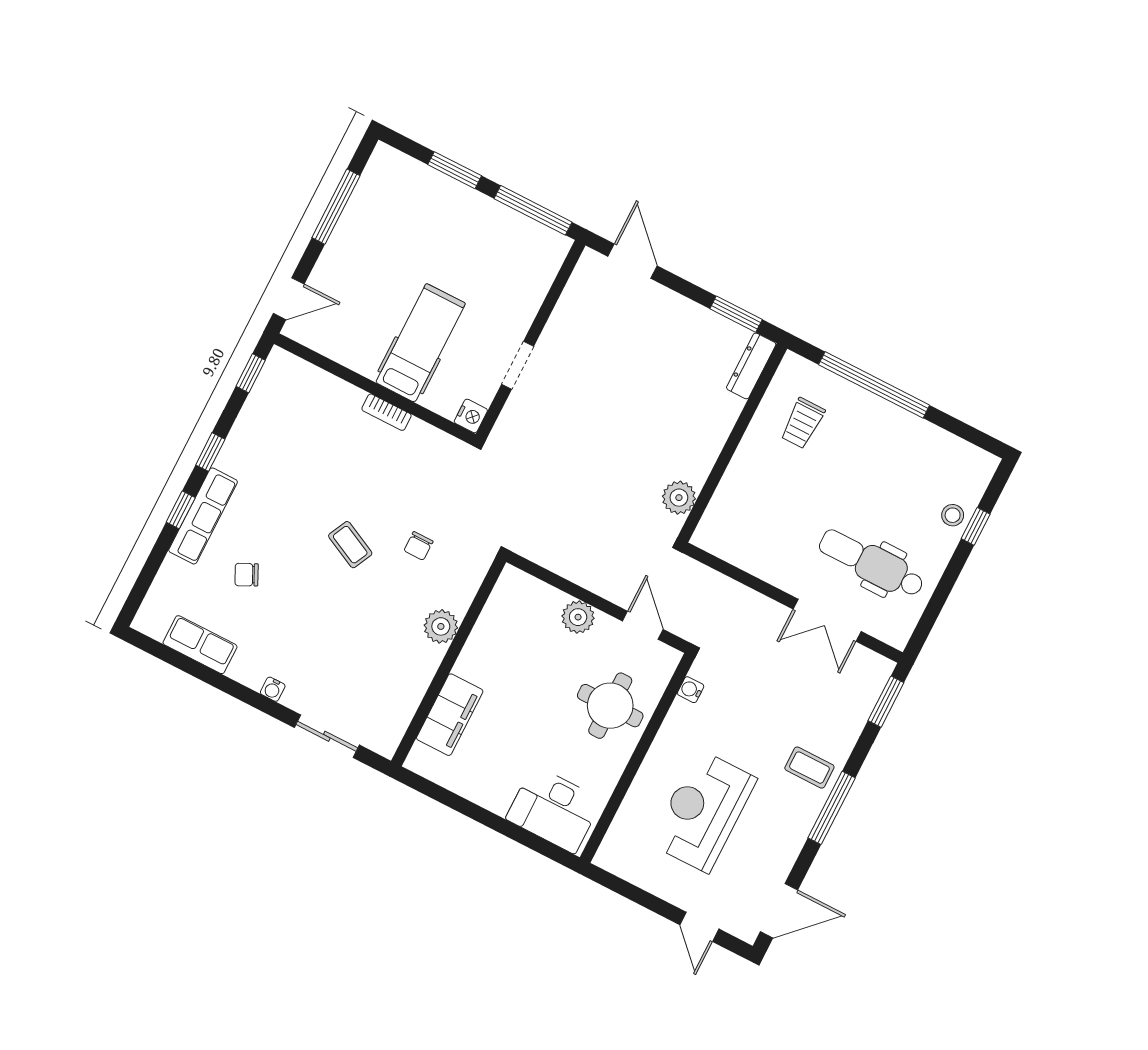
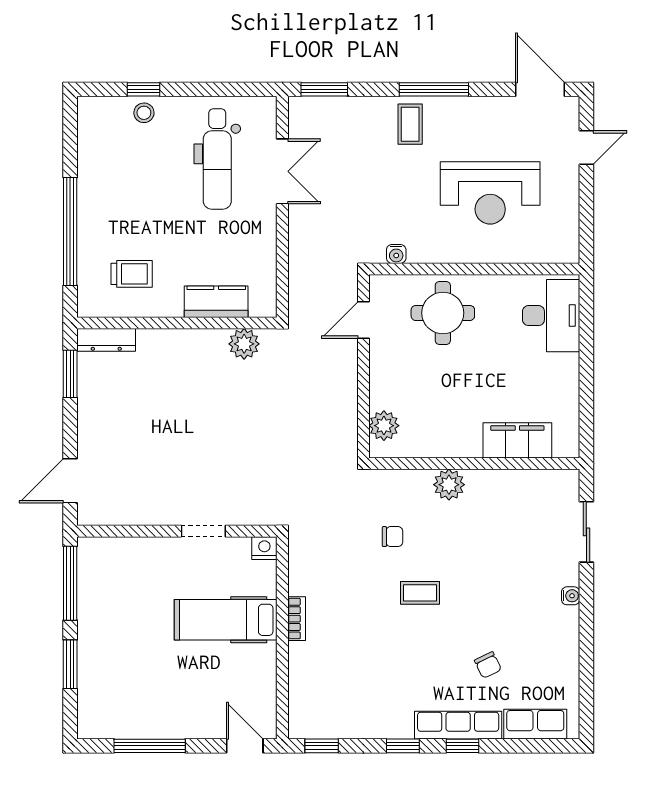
kitchen counter: (734, 491) -> (216, 302), added
coffee table: (350, 545) -> (420, 593), turned 64
plant: (578, 617) -> (384, 426), moved
row of seats: (200, 645) -> (535, 724), moved, turned 90

